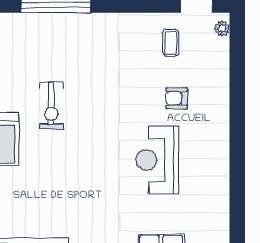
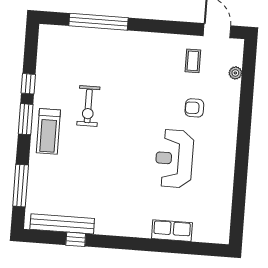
plant: (222, 29) -> (235, 73), moved

